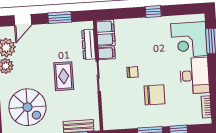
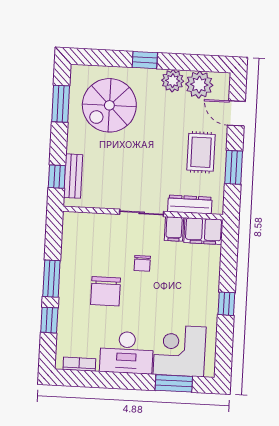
rug: (64, 76) -> (201, 152), moved, turned 90

